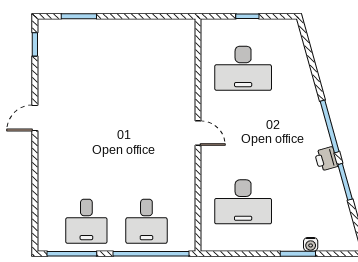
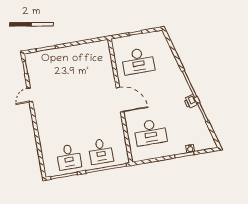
door: (35, 118) -> (30, 95), moved
door: (198, 133) -> (120, 100), width x1.88

